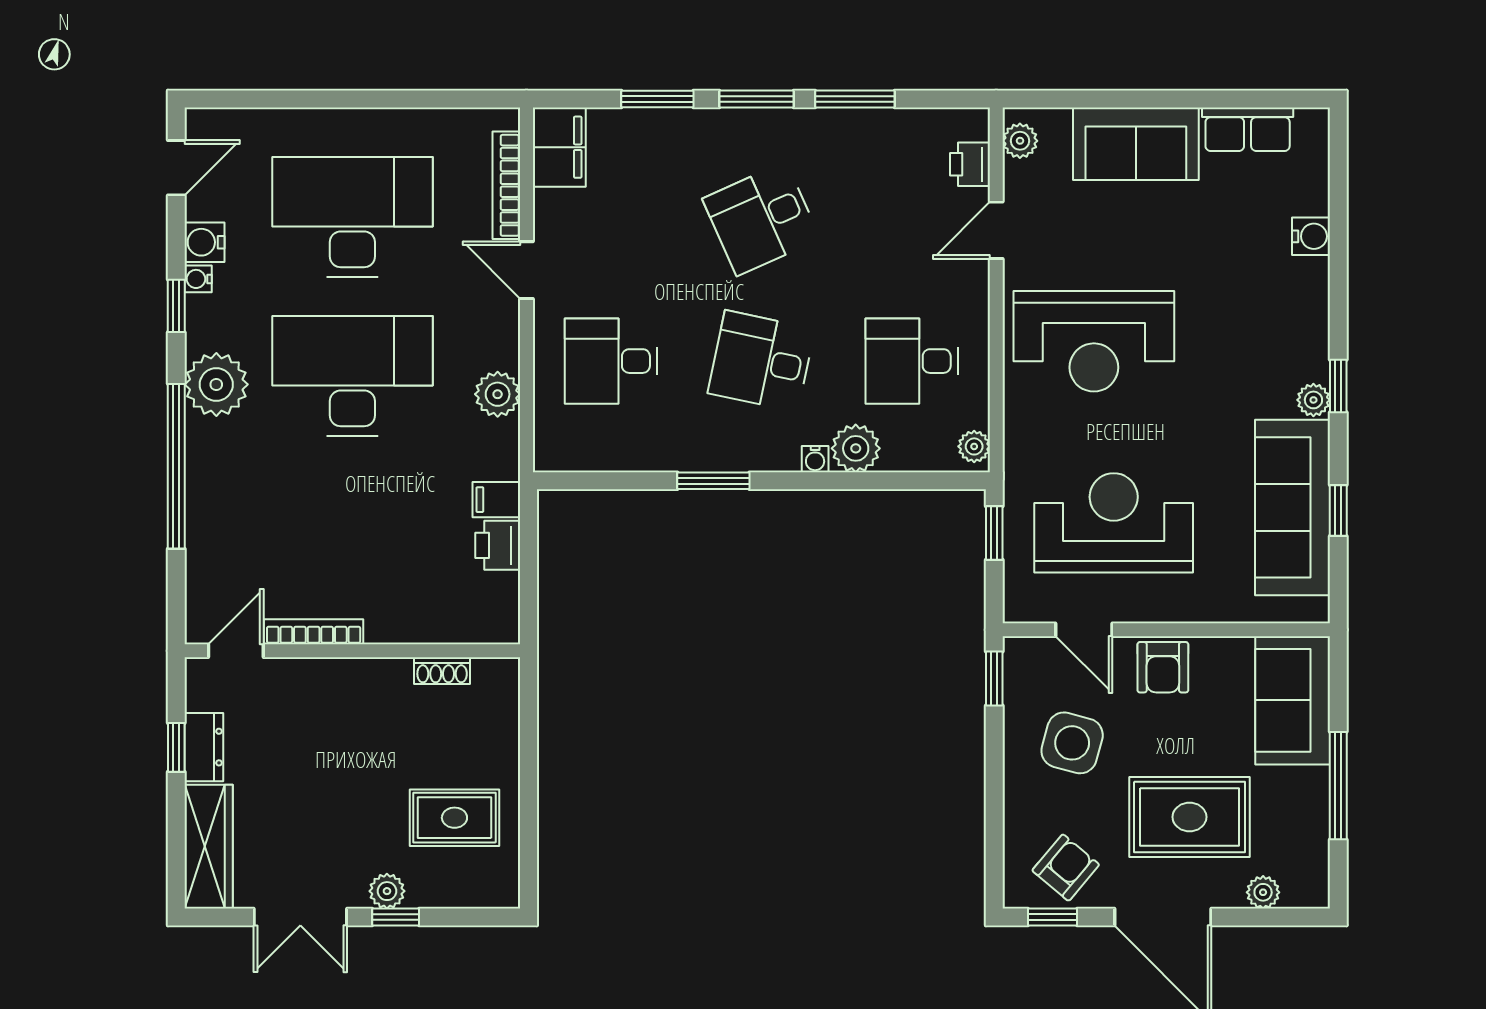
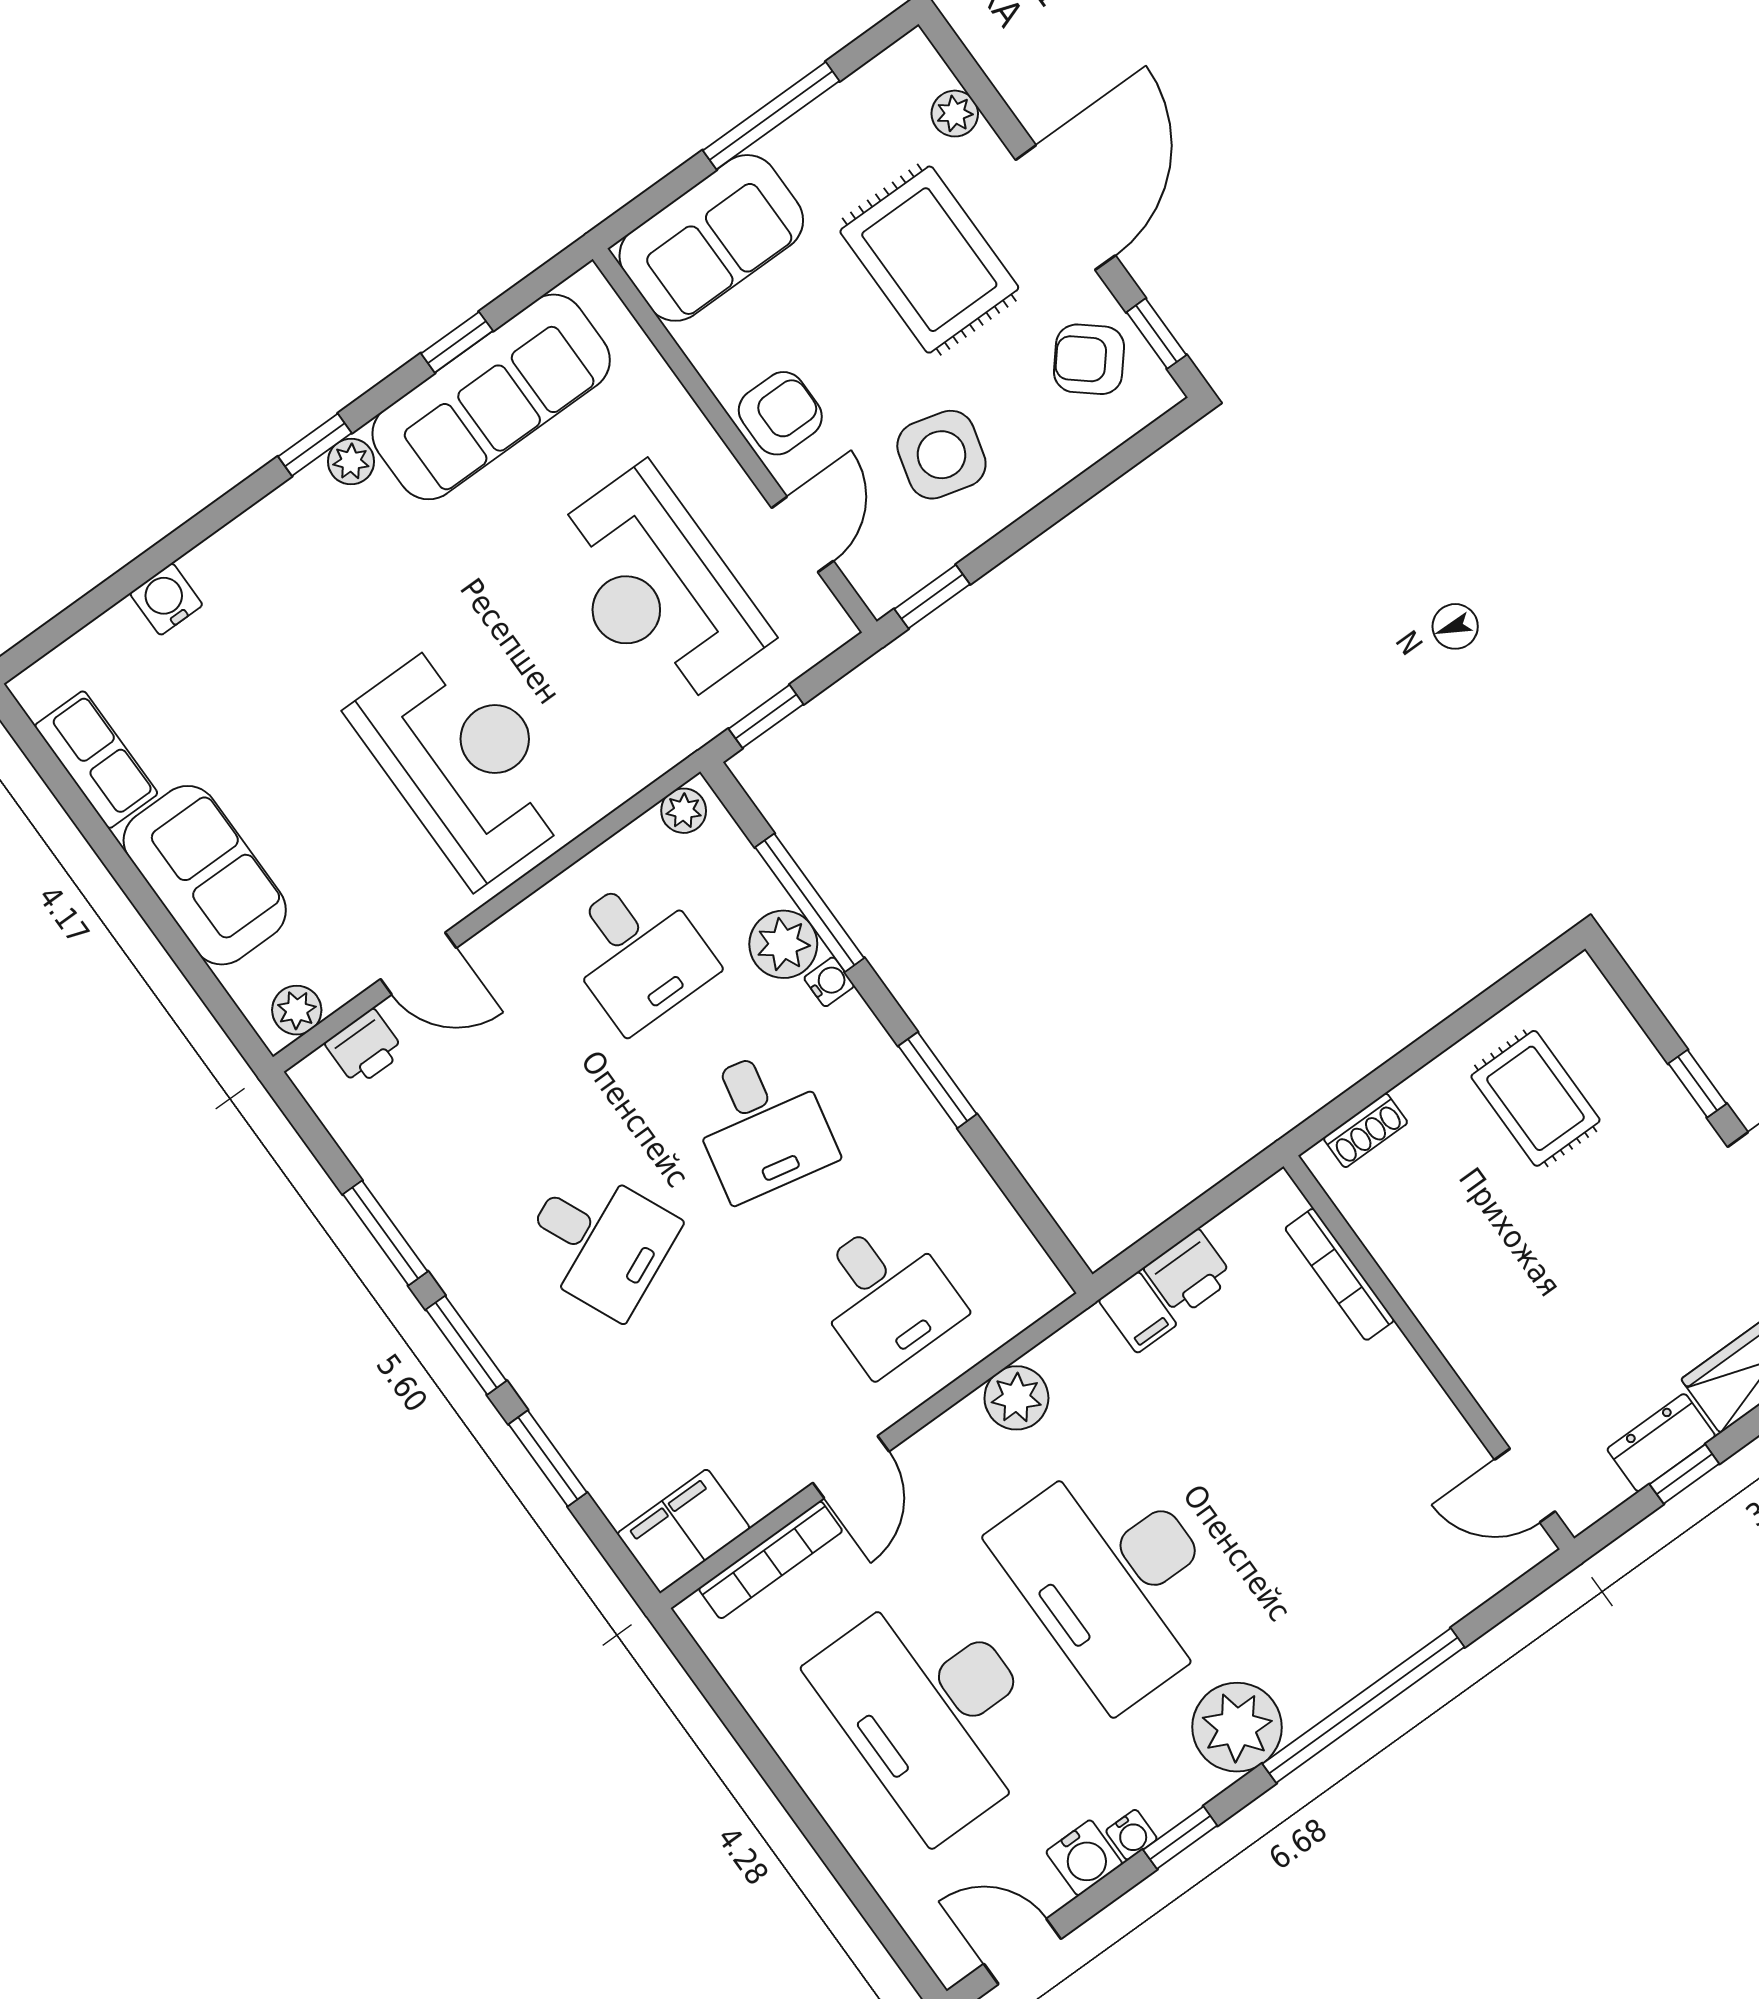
window: (869, 481) -> (810, 903), added
bookcase: (314, 632) -> (1340, 1274), moved
shoe rack: (442, 671) -> (1366, 1130), moved, turned 90
plant: (387, 891) -> (1675, 1115), removed

